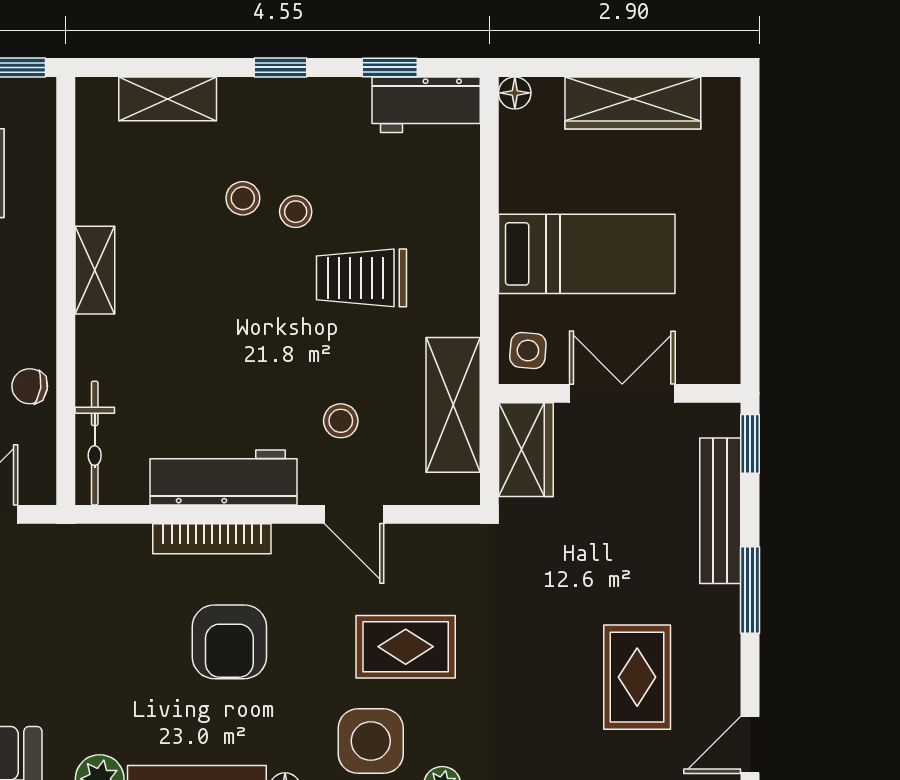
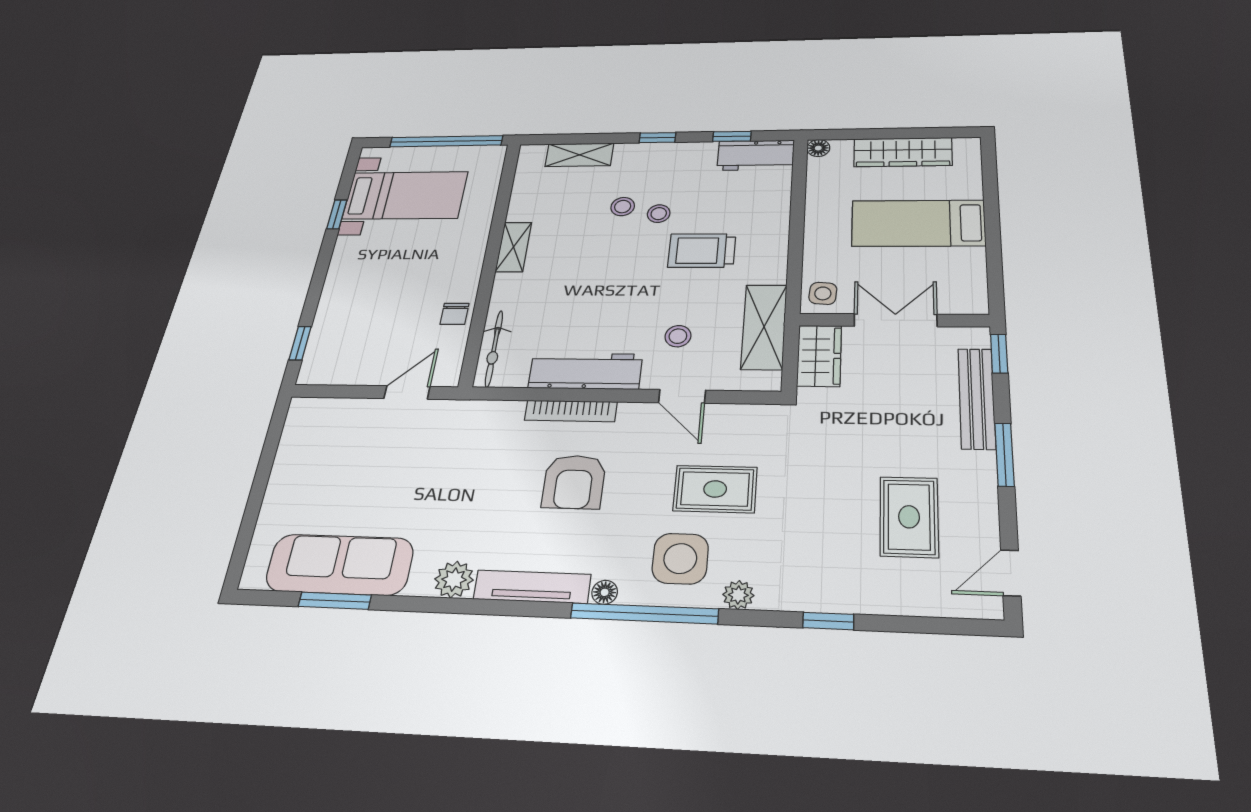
bed: (587, 254) -> (918, 223), moved, turned 180
chair: (30, 386) -> (454, 314), turned -98

